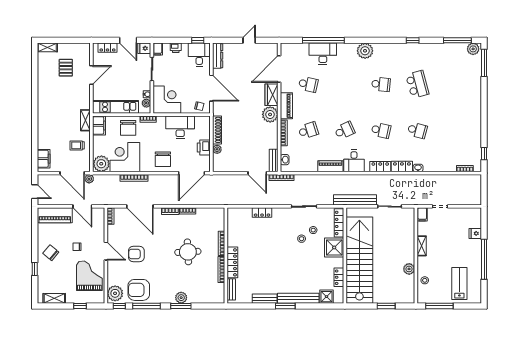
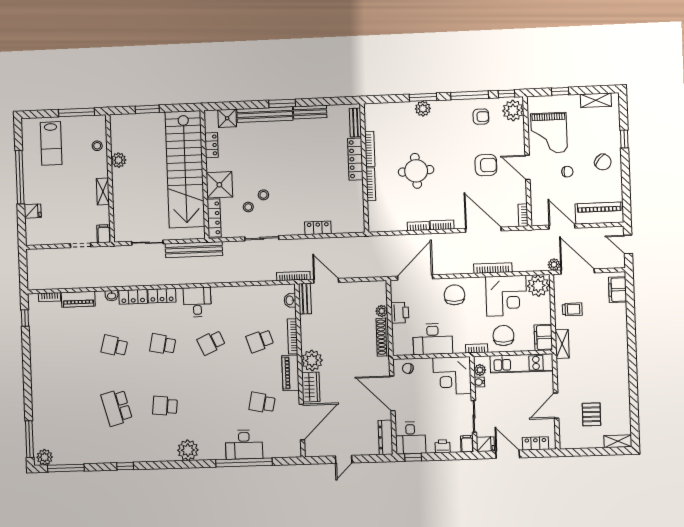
piano: (330, 166) -> (78, 299), moved
armchair: (139, 290) -> (481, 117), width x0.53, depth x0.53

